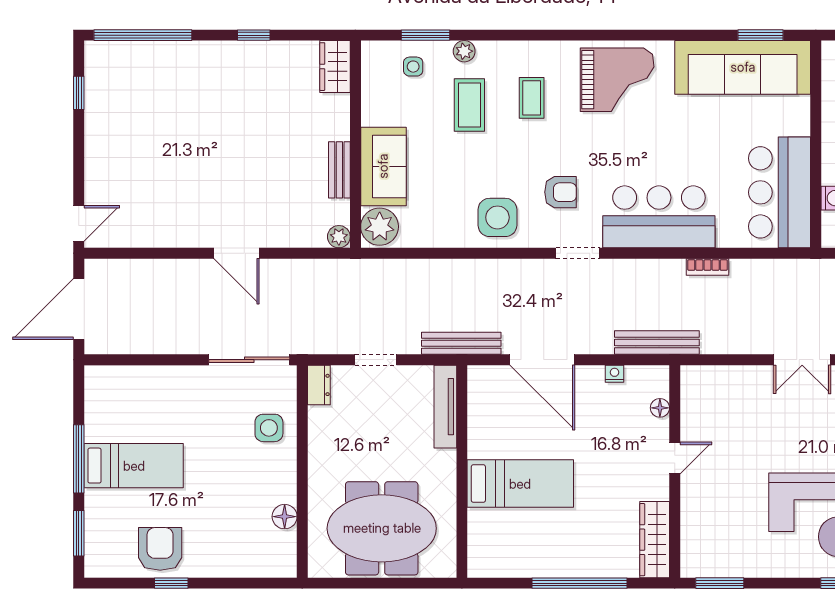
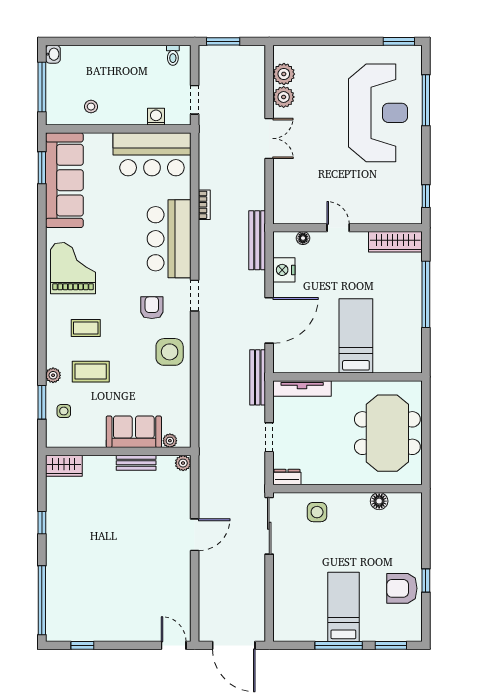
plant: (380, 227) -> (170, 441), width x0.53, depth x0.53
nightstand: (615, 374) -> (284, 270), width x1.89, depth x1.79
window: (720, 583) -> (426, 196), width x0.67

